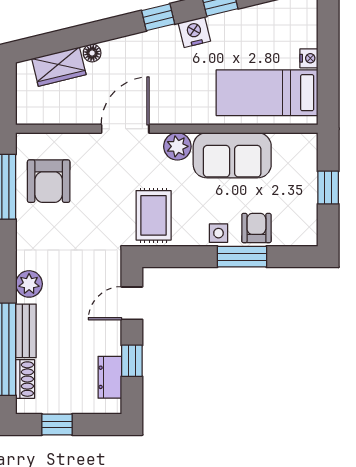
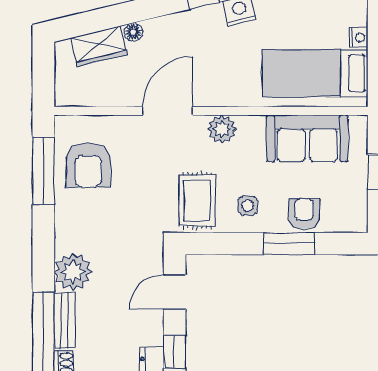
sofa: (232, 155) -> (307, 138), moved
side table: (218, 233) -> (248, 206), moved
plant: (29, 284) -> (73, 272), width x1.36, depth x1.36

